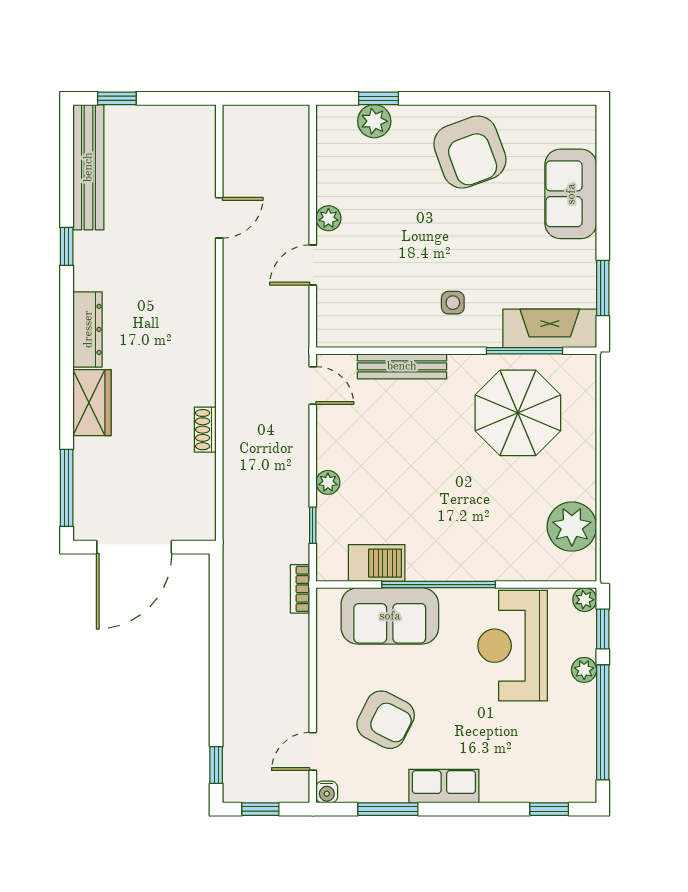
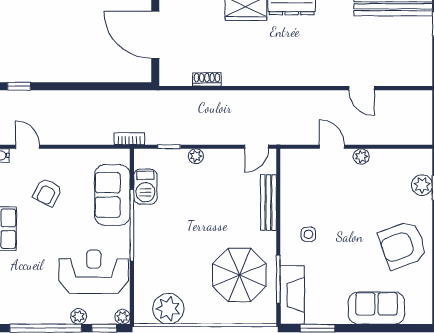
shoe rack: (205, 430) -> (207, 79), moved
armchair: (386, 720) -> (47, 192), width x0.72, depth x0.72

